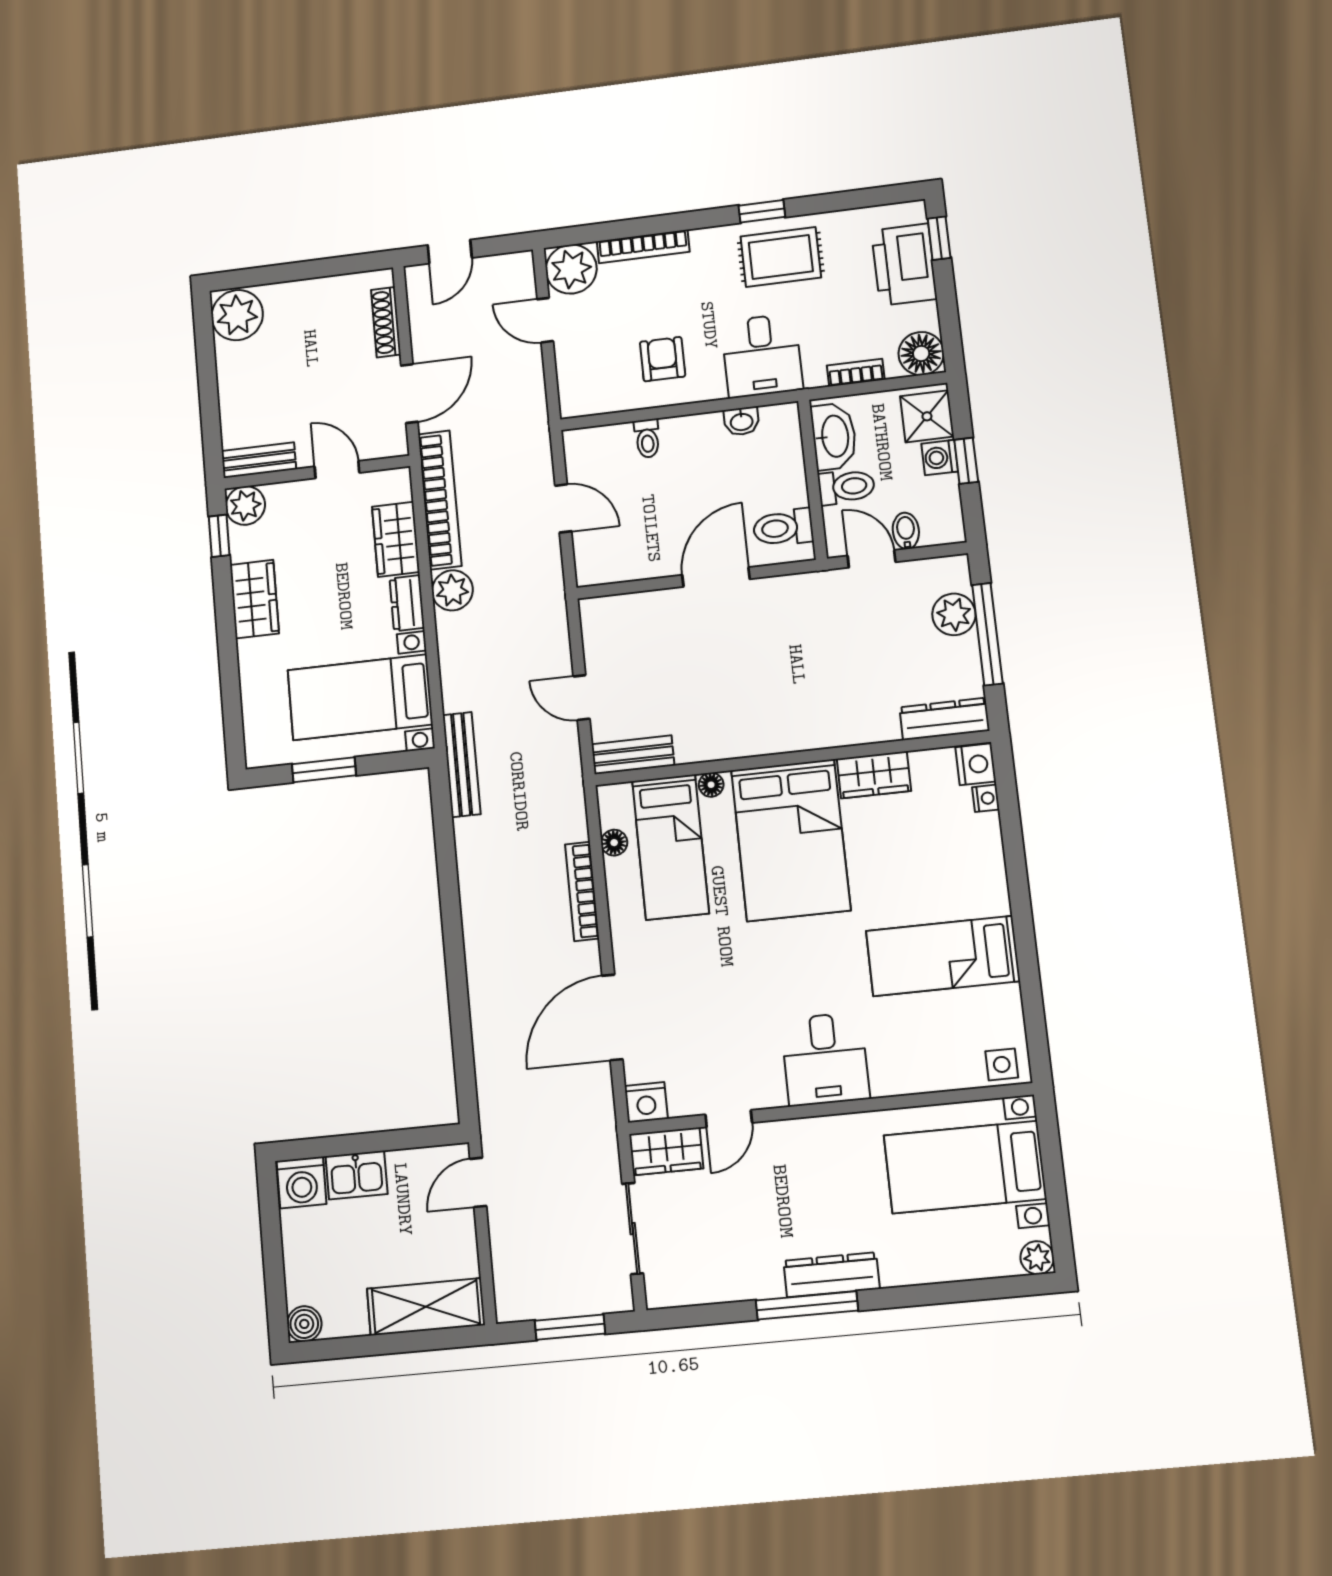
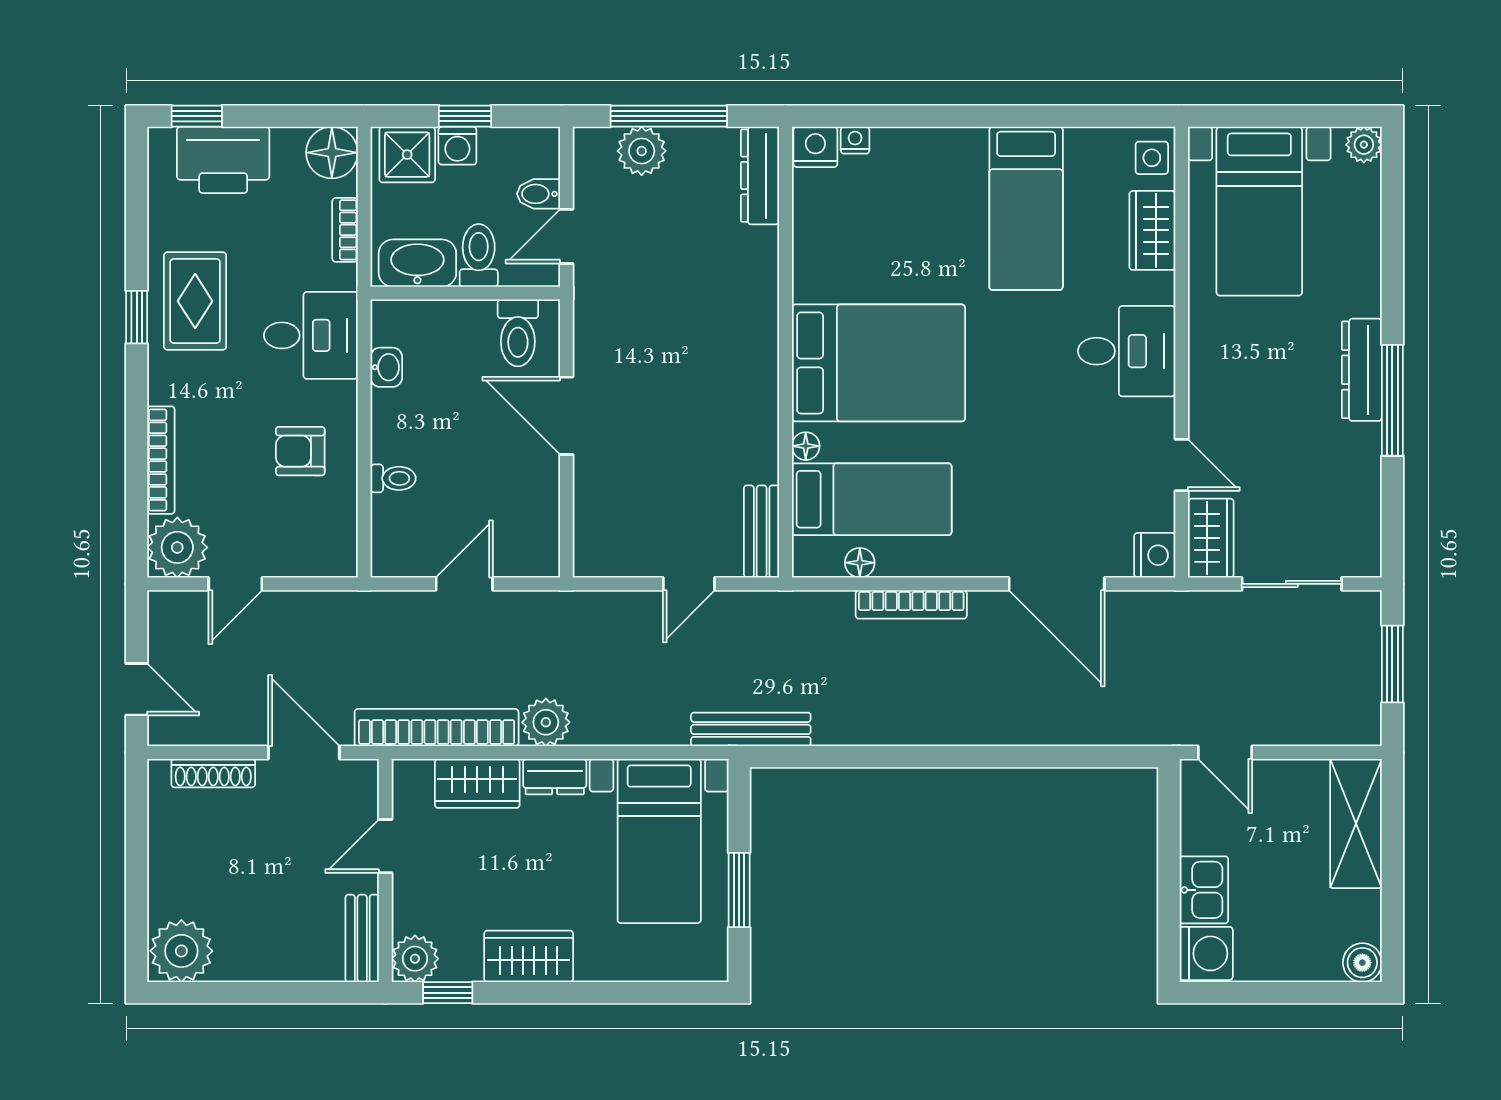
wardrobe: (874, 775) -> (1152, 230), moved, turned 180

